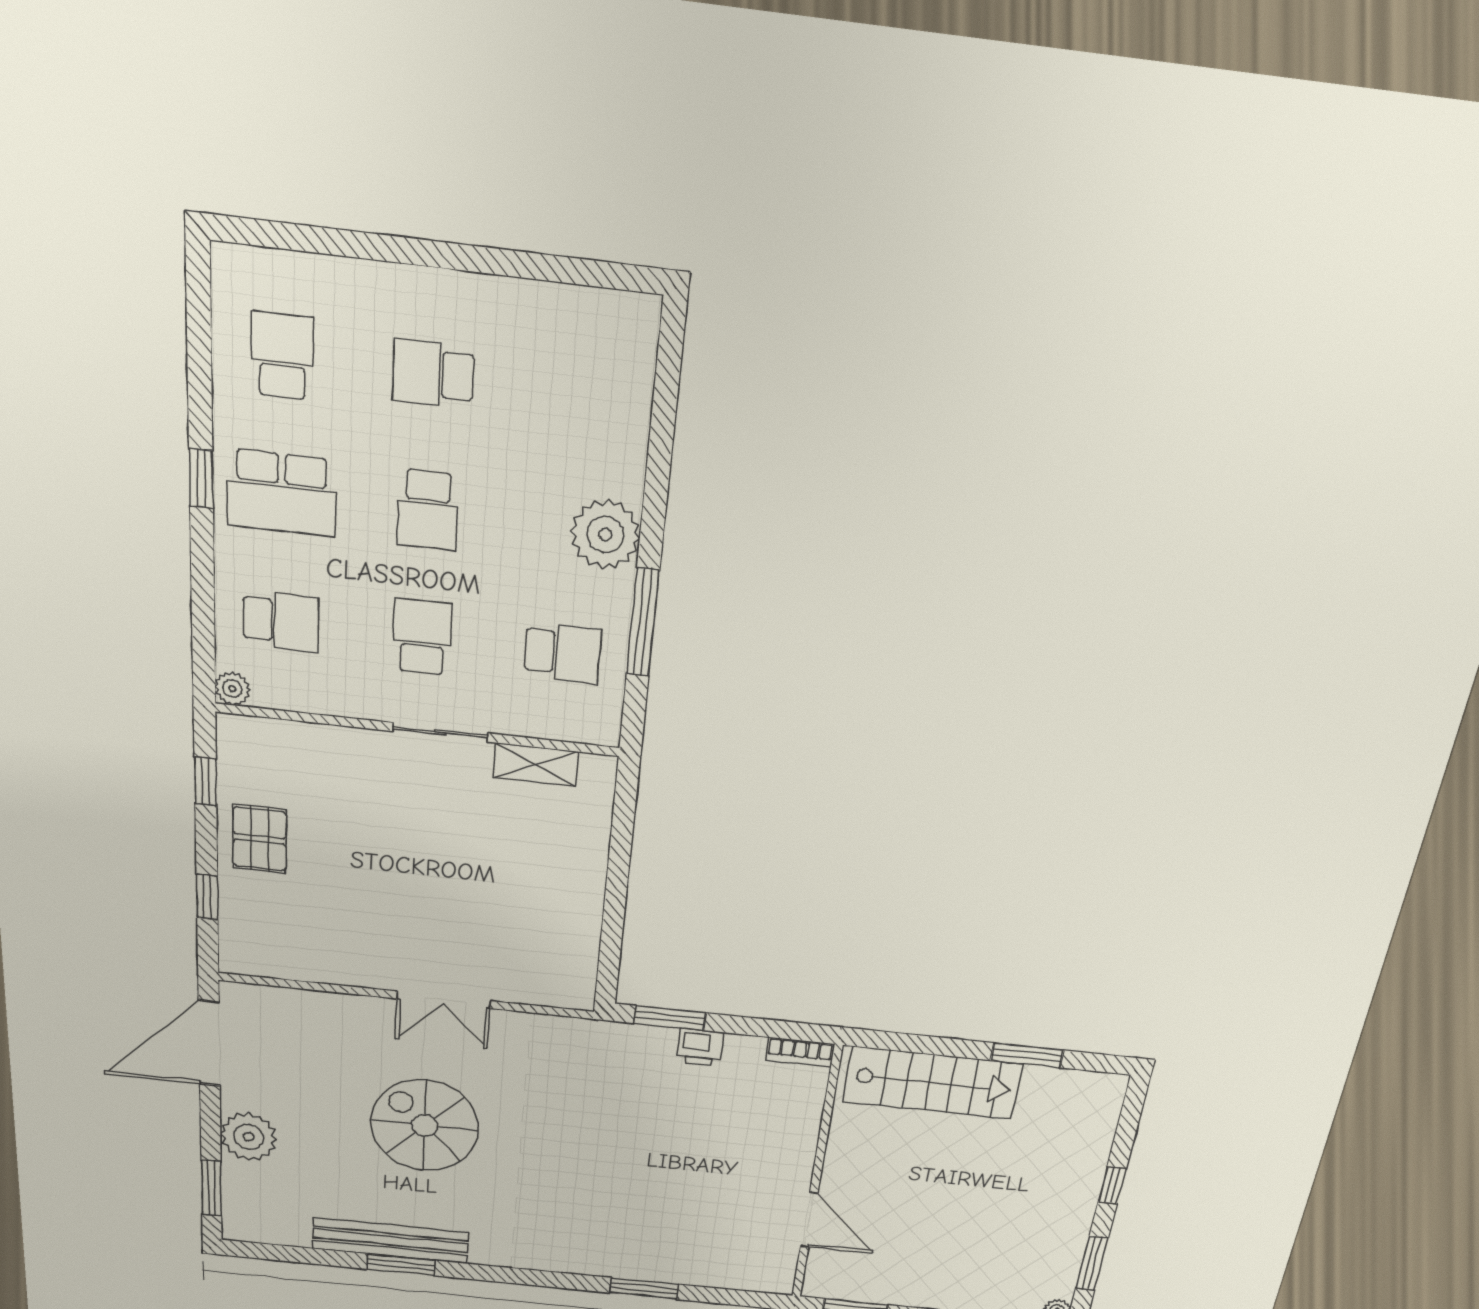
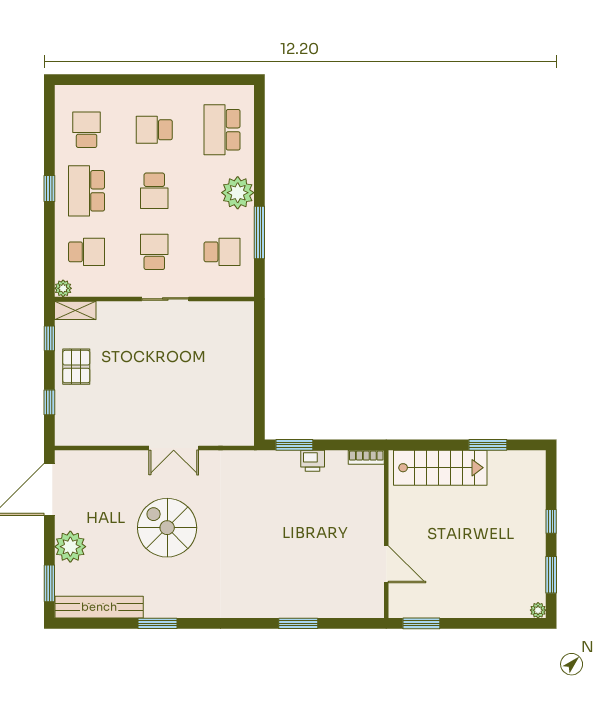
school desk: (583, 391) -> (222, 130), added
school desk: (282, 493) -> (87, 191), turned 90
shelving: (536, 765) -> (75, 310), moved
bench: (390, 1241) -> (99, 607), moved

